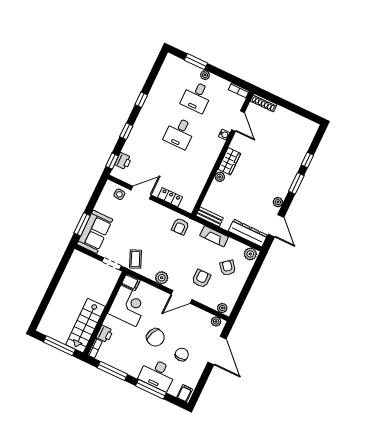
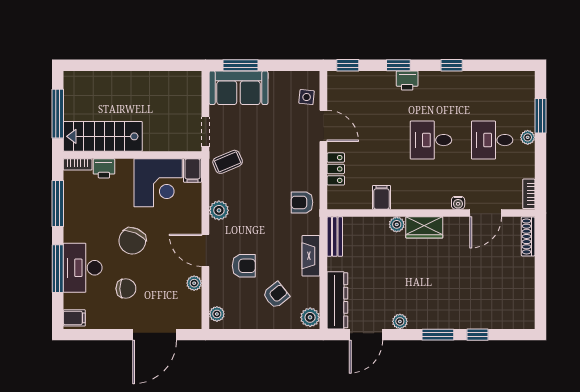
printer: (123, 161) -> (407, 81), moved
filing cabinet: (200, 178) -> (381, 197), added
plant: (216, 321) -> (194, 283), moved

